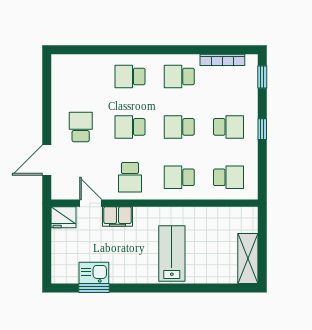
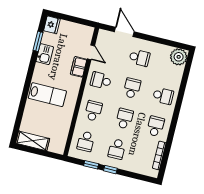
plant: (64, 67) -> (179, 57), added
school desk: (130, 76) -> (163, 96), turned 90
window: (262, 77) -> (91, 165), moved
door: (91, 203) -> (91, 52), hinge flipped
fridge: (63, 217) -> (52, 25), moved, turned 180
kitchen sink: (94, 273) -> (45, 54), moved

